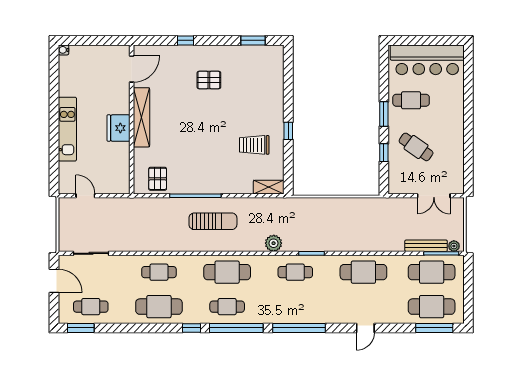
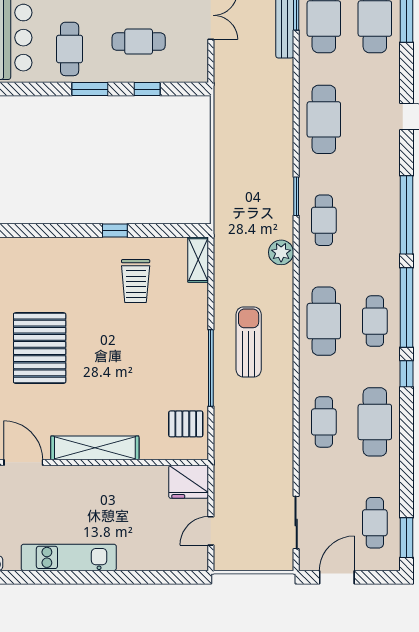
pallet: (209, 80) -> (40, 348), width x2.05, depth x2.00
fridge: (119, 128) -> (189, 482), moved
kitchen unit: (67, 129) -> (69, 557), moved
cafe table: (416, 147) -> (139, 42), turned 55

